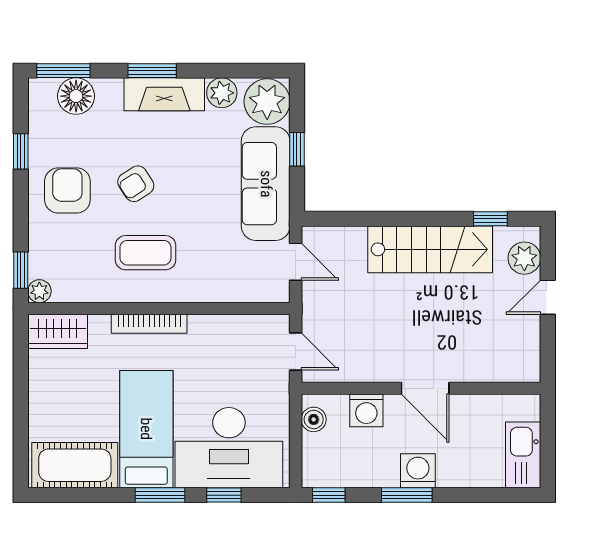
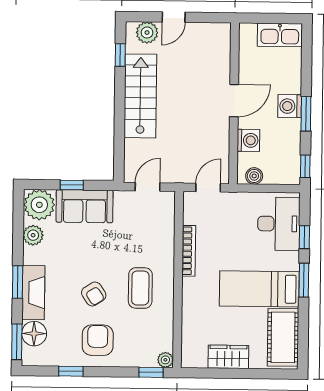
fireplace: (164, 94) -> (33, 293), moved
sofa: (266, 184) -> (85, 206), width x0.73
armchair: (67, 190) -> (98, 340), turned 90
door: (548, 297) -> (174, 17), hinge flipped
bookcase: (149, 324) -> (189, 251), moved
wardrobe: (58, 331) -> (228, 357), moved, turned -90
desk: (229, 448) -> (279, 224), width x0.73, depth x0.77

